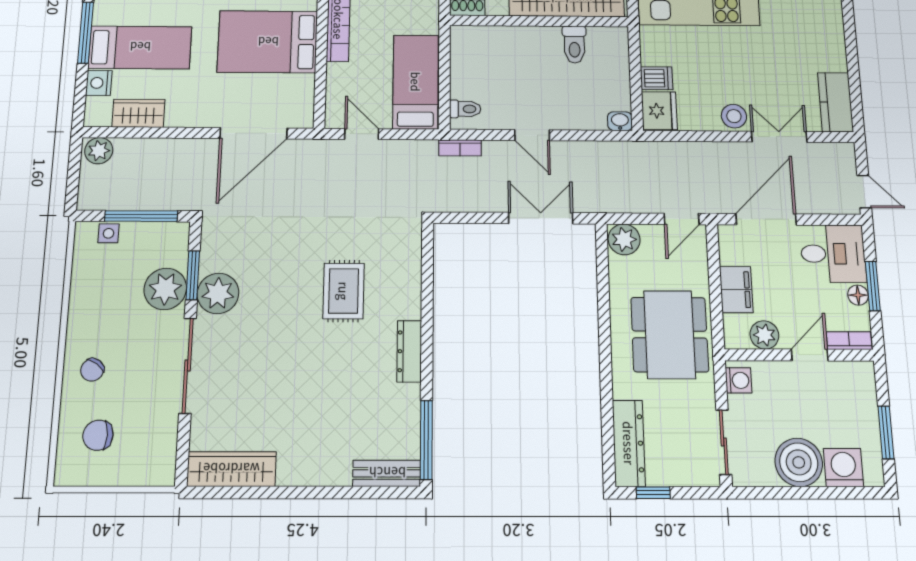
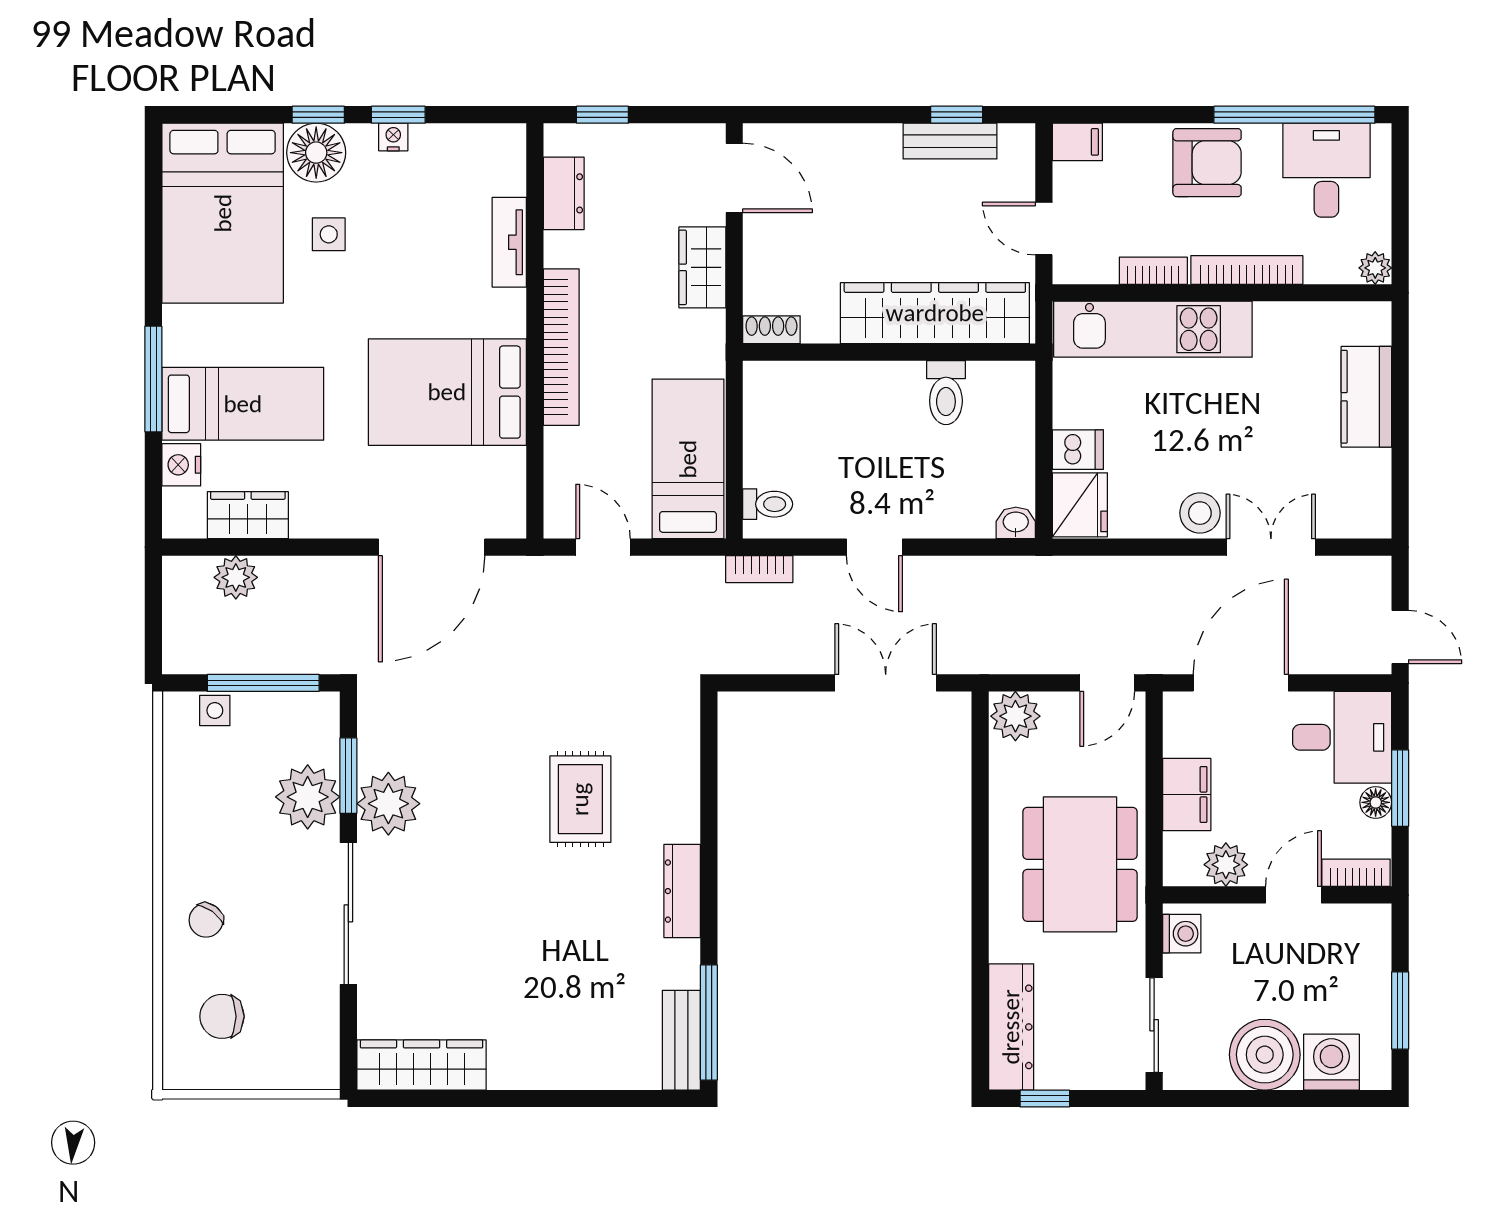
kitchen counter: (835, 102) -> (1366, 397), moved
plant: (99, 151) -> (236, 577), moved
bench: (387, 473) -> (681, 1040), moved, turned 90

